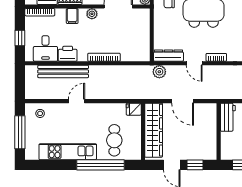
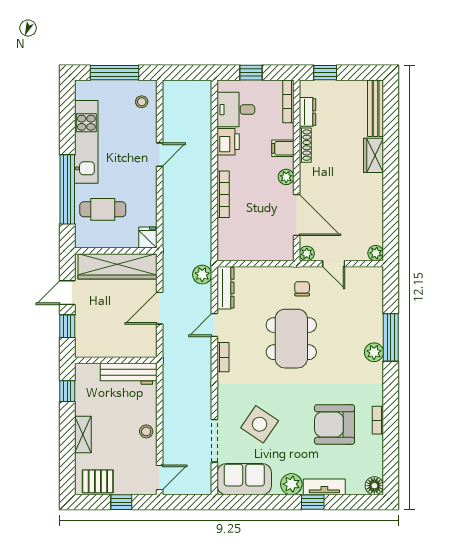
bench: (63, 71) -> (203, 135), removed
door: (77, 101) -> (160, 155), hinge flipped
workbench: (228, 117) -> (129, 374), width x1.38

